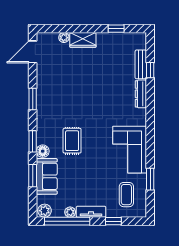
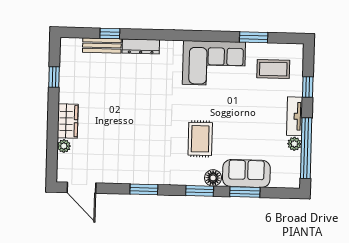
rug: (72, 141) -> (200, 139), turned 90
plant: (45, 211) -> (292, 178), removed

